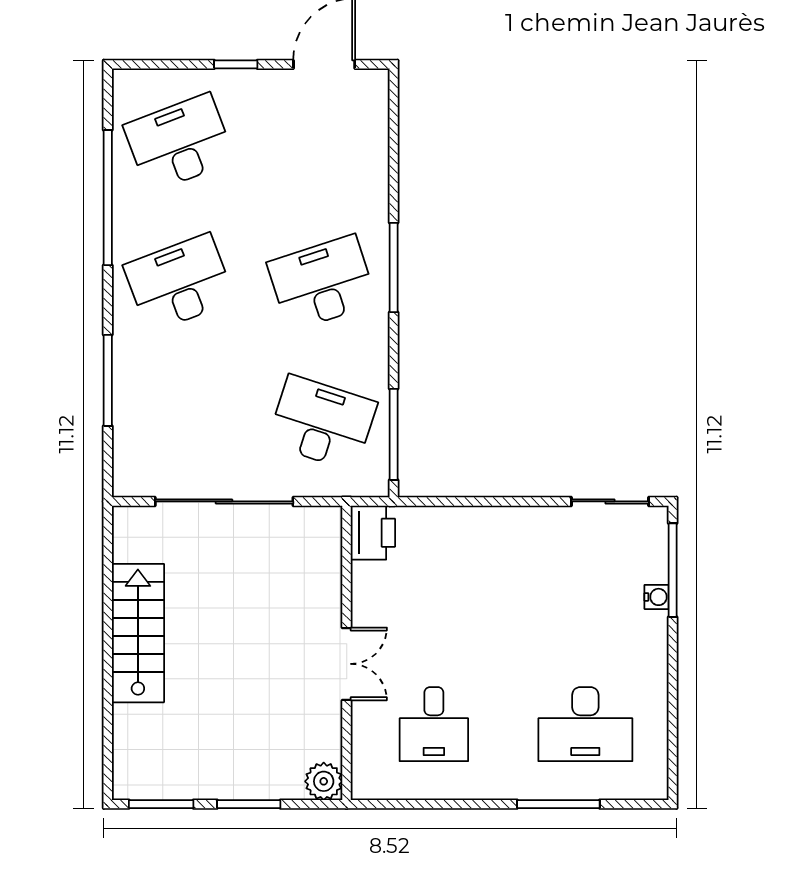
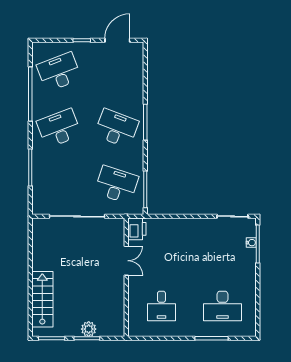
desk: (322, 283) -> (116, 128), turned 39
water cooler: (657, 597) -> (251, 243), moved
stairs: (138, 633) -> (42, 299), moved
double door: (347, 664) -> (126, 261), moved
plant: (324, 781) -> (89, 329), moved

